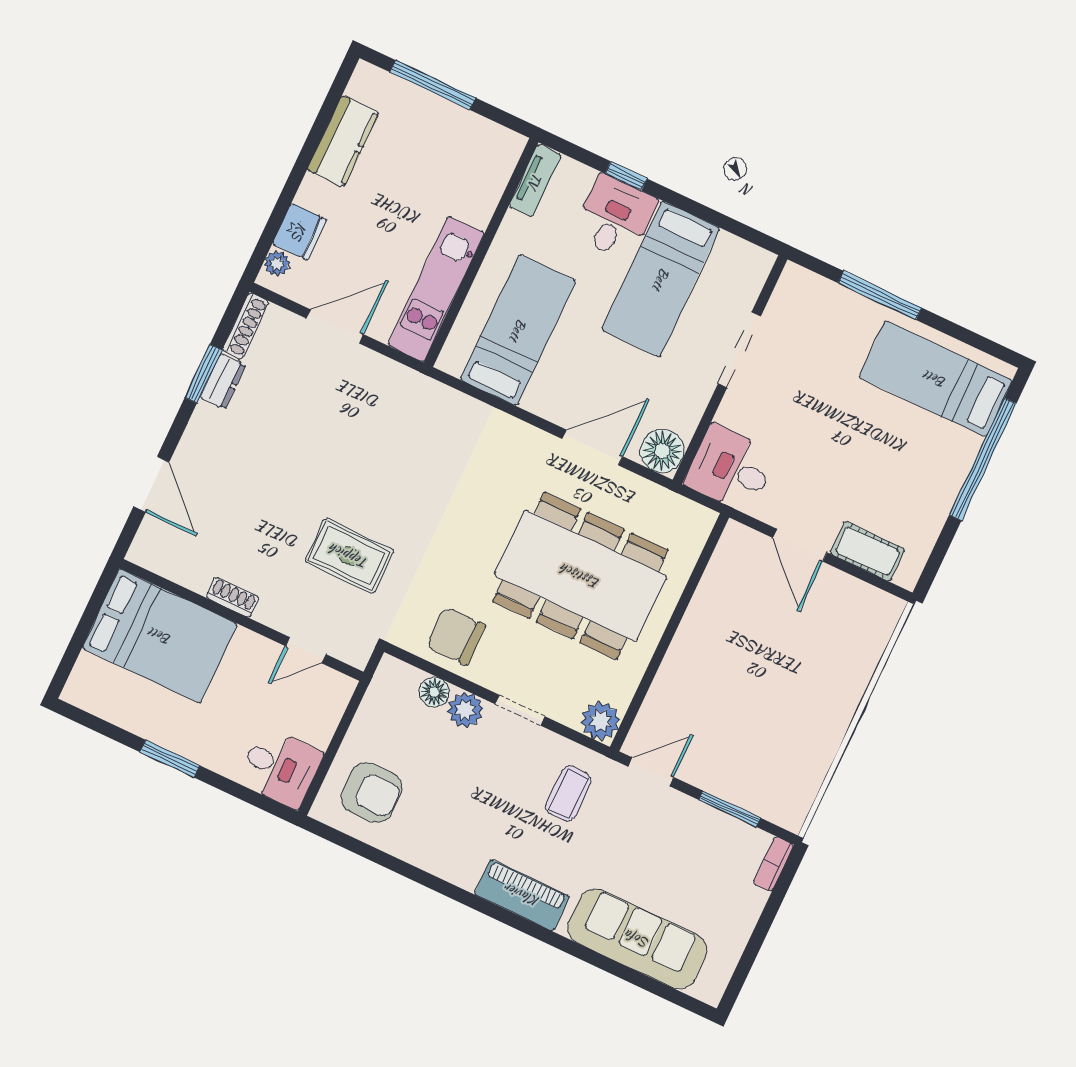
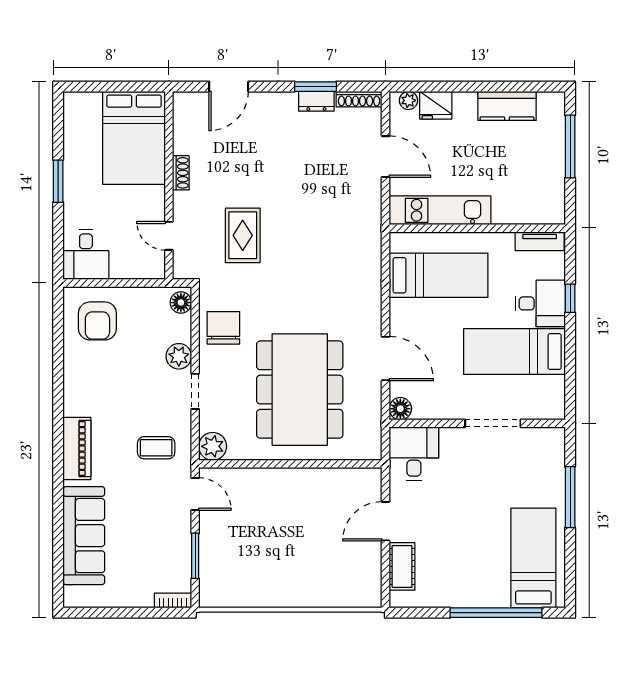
floor lamp: (662, 451) -> (400, 409), width x0.73, depth x0.73
floor lamp: (434, 692) -> (181, 303), moved

